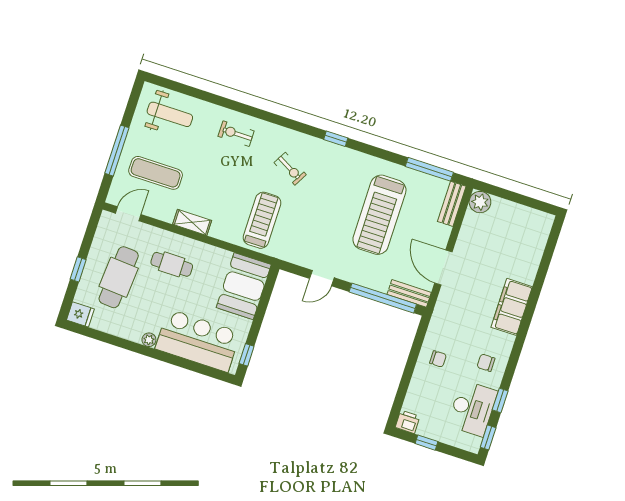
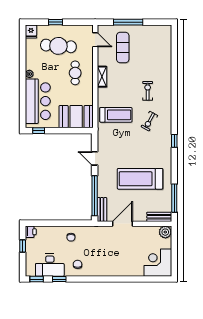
weight bench: (170, 114) -> (158, 45), removed
exercise bike: (236, 134) -> (148, 91), moved
corner desk: (526, 231) -> (158, 263), added
filing cabinet: (512, 307) -> (113, 269), removed

